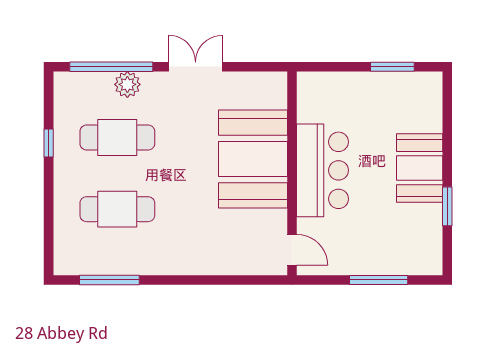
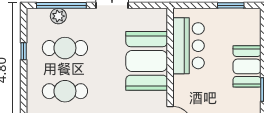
plant: (127, 84) -> (58, 16), moved
bar counter: (322, 170) -> (189, 46), moved

